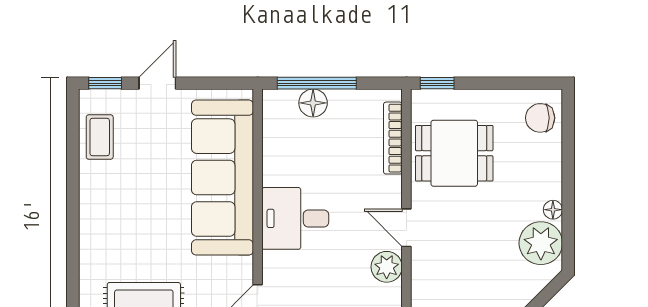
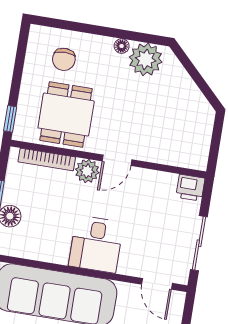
chair: (540, 118) -> (64, 59), moved
plant: (387, 267) -> (87, 171), moved

